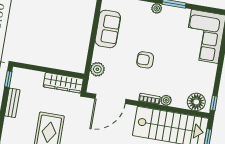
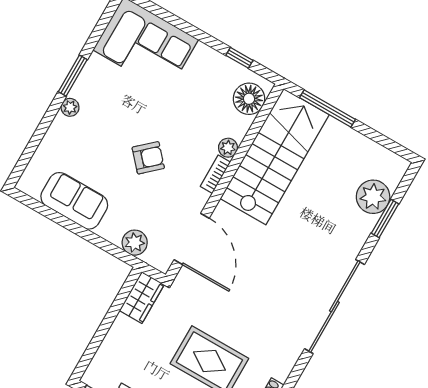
armchair: (145, 60) -> (148, 158), turned -132
wardrobe: (63, 83) -> (142, 298), width x0.67
window: (214, 103) -> (239, 58), moved

